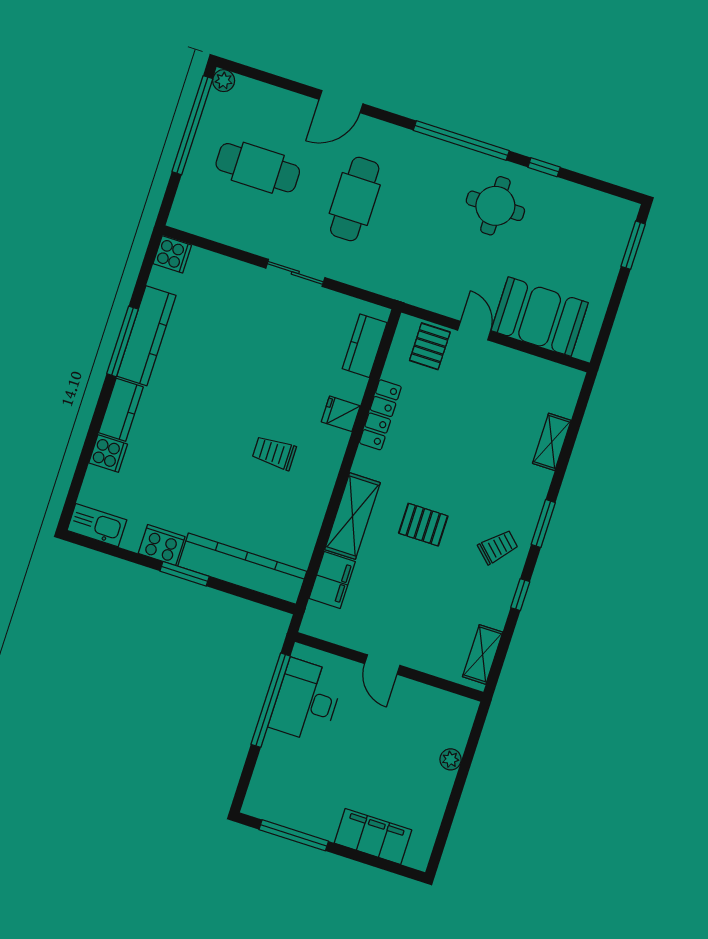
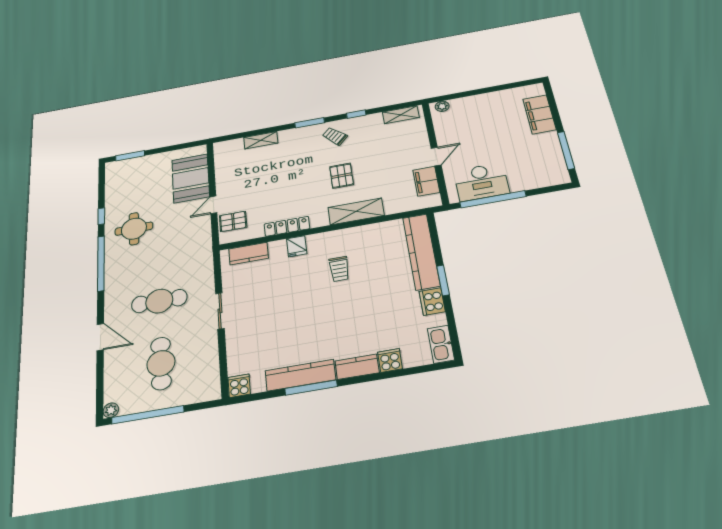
filing cabinet: (332, 580) -> (426, 181), moved, turned -90
plant: (451, 759) -> (442, 106), moved

